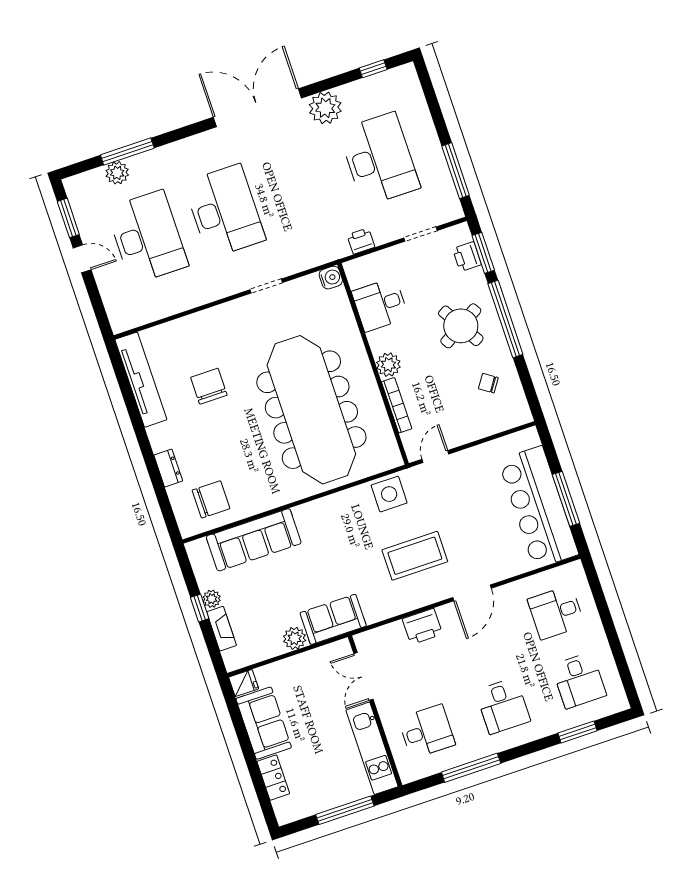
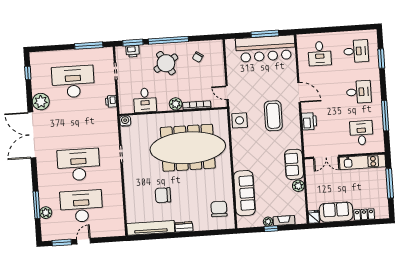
dresser: (168, 468) -> (184, 227), moved

